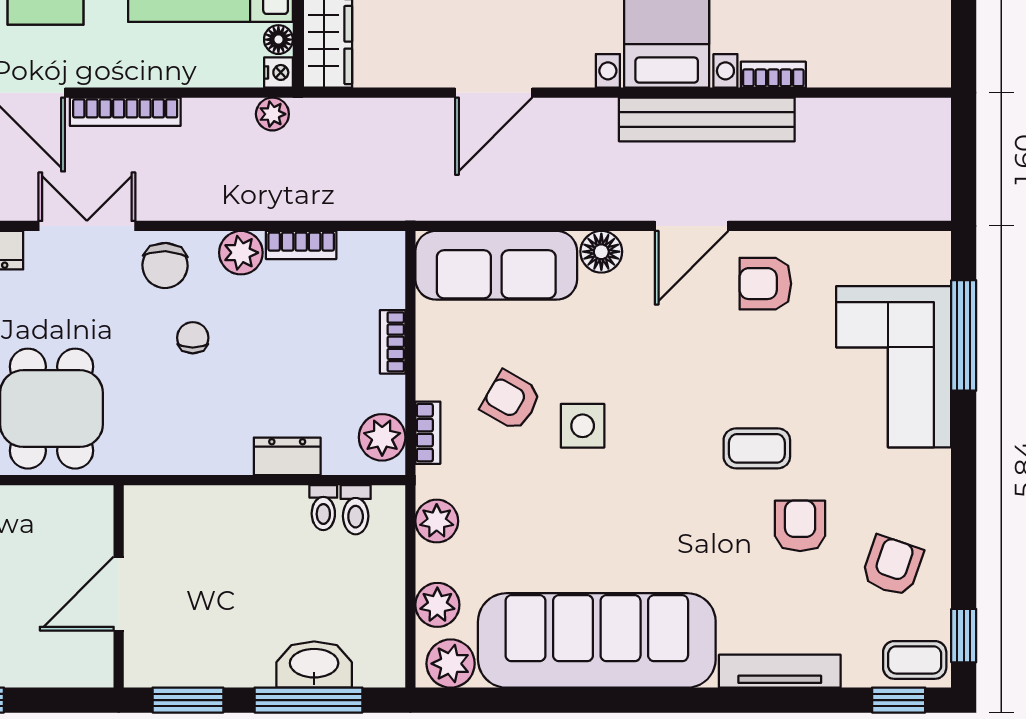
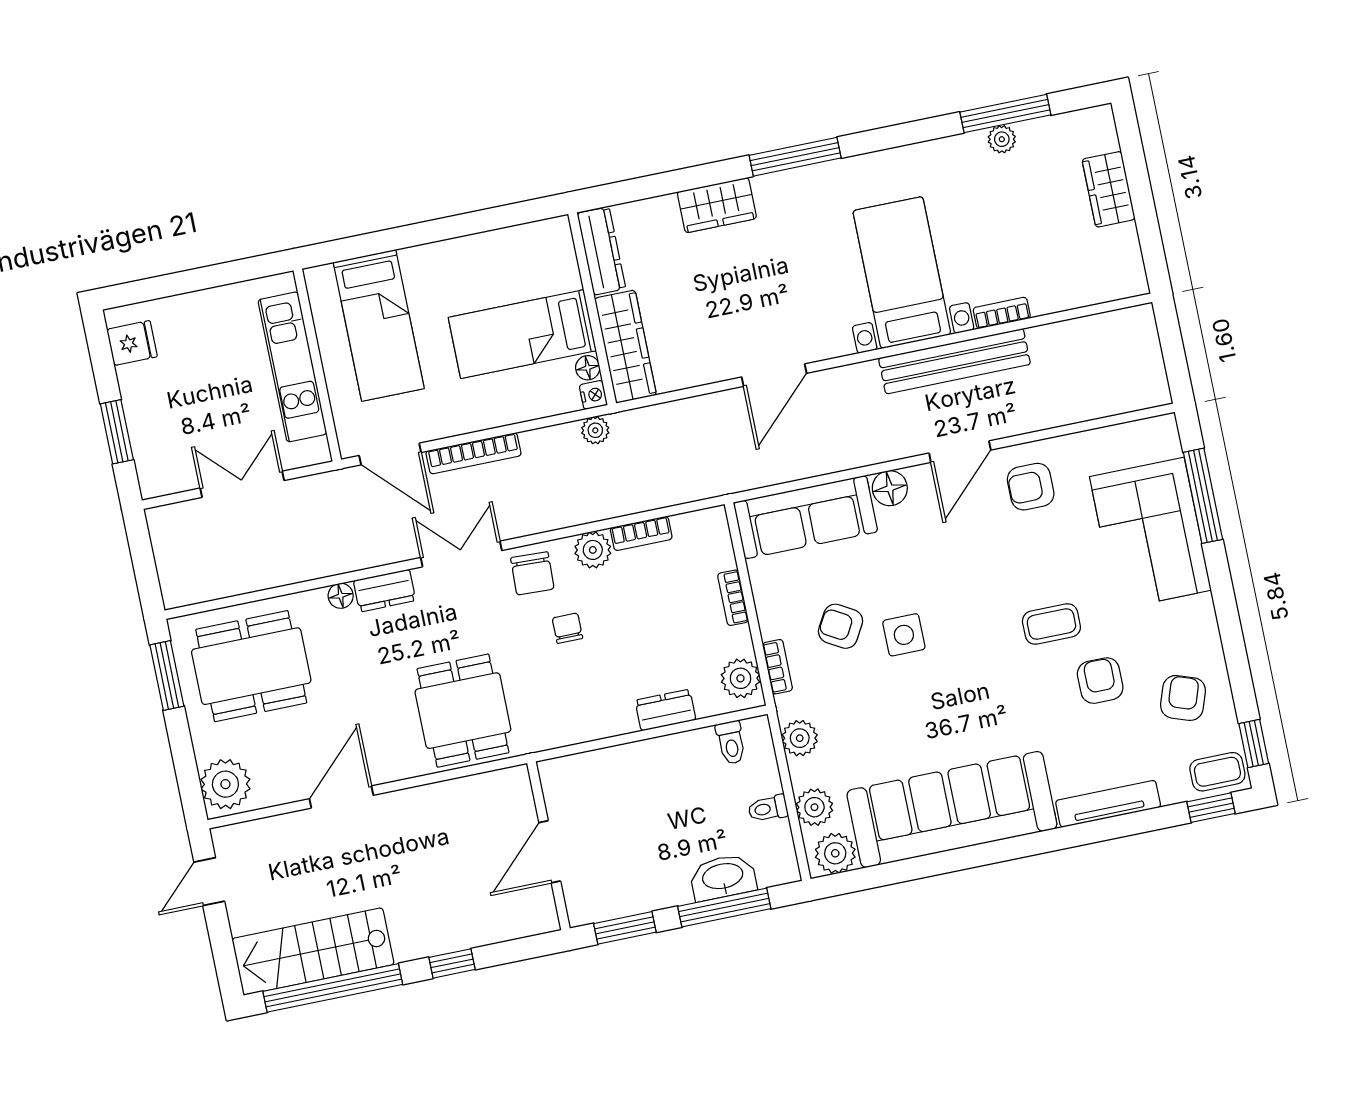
toilet: (323, 508) -> (768, 809), moved, turned 90

